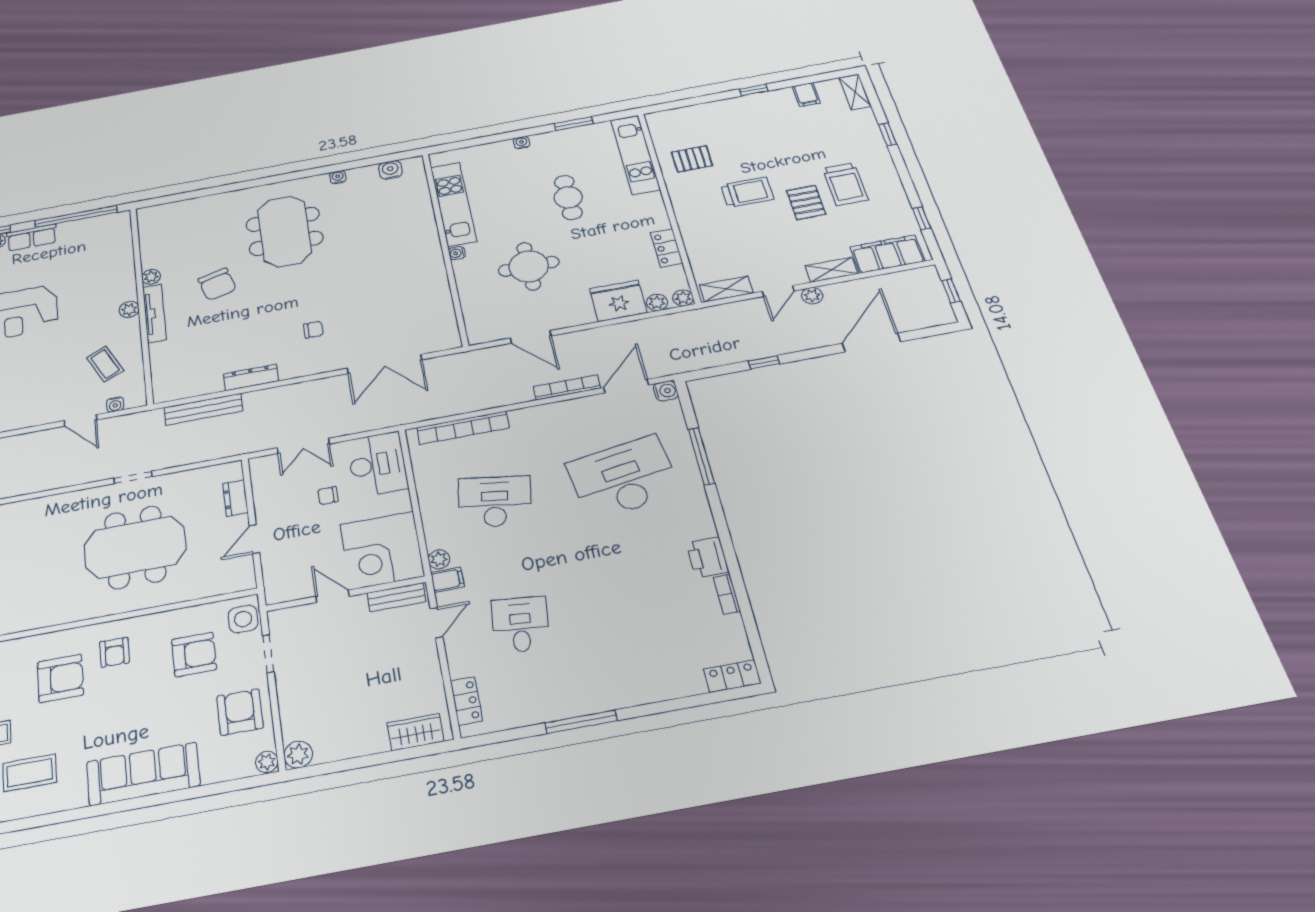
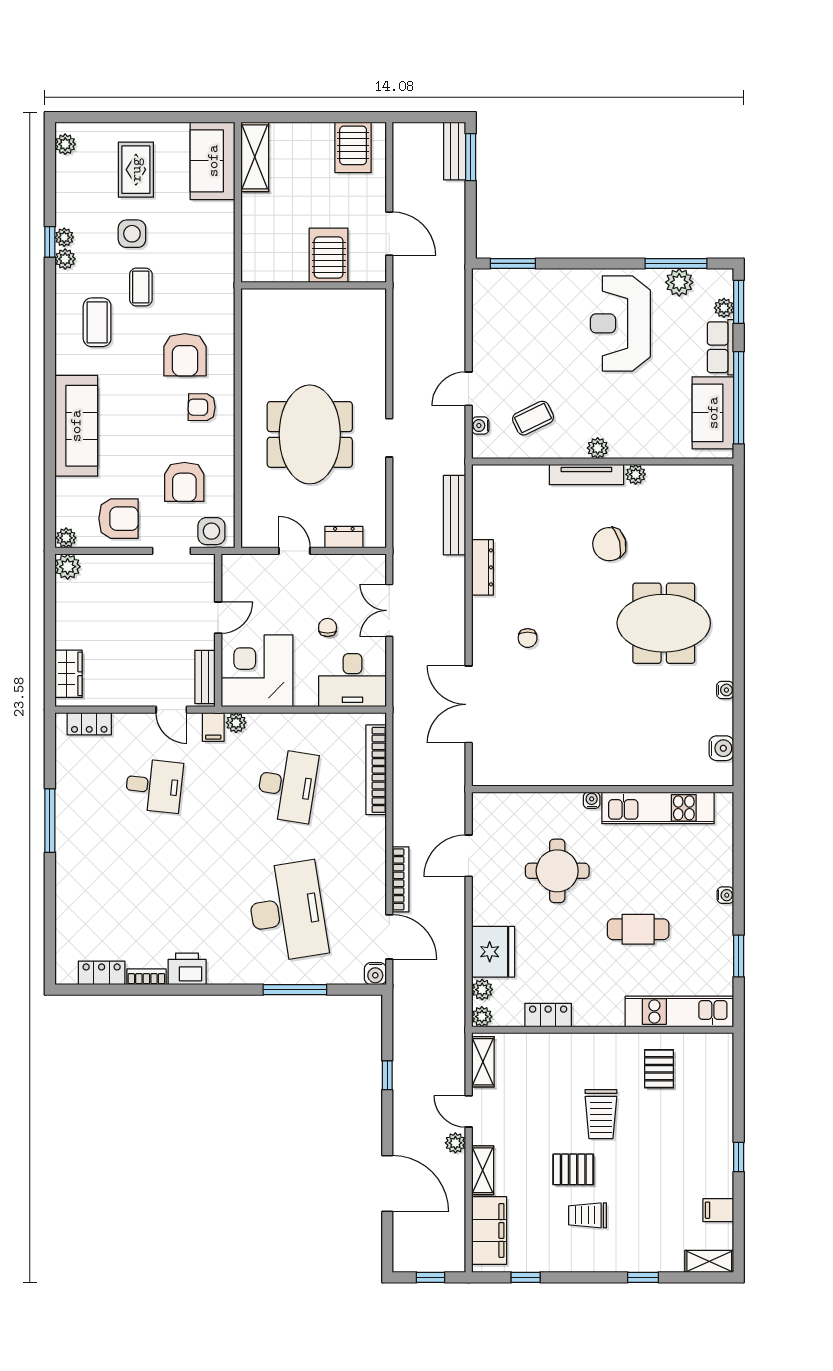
trolley: (845, 184) -> (588, 1215), width x0.73, depth x0.72
sofa: (91, 232) -> (713, 413), added
locker: (732, 676) -> (102, 973), moved, turned -90

